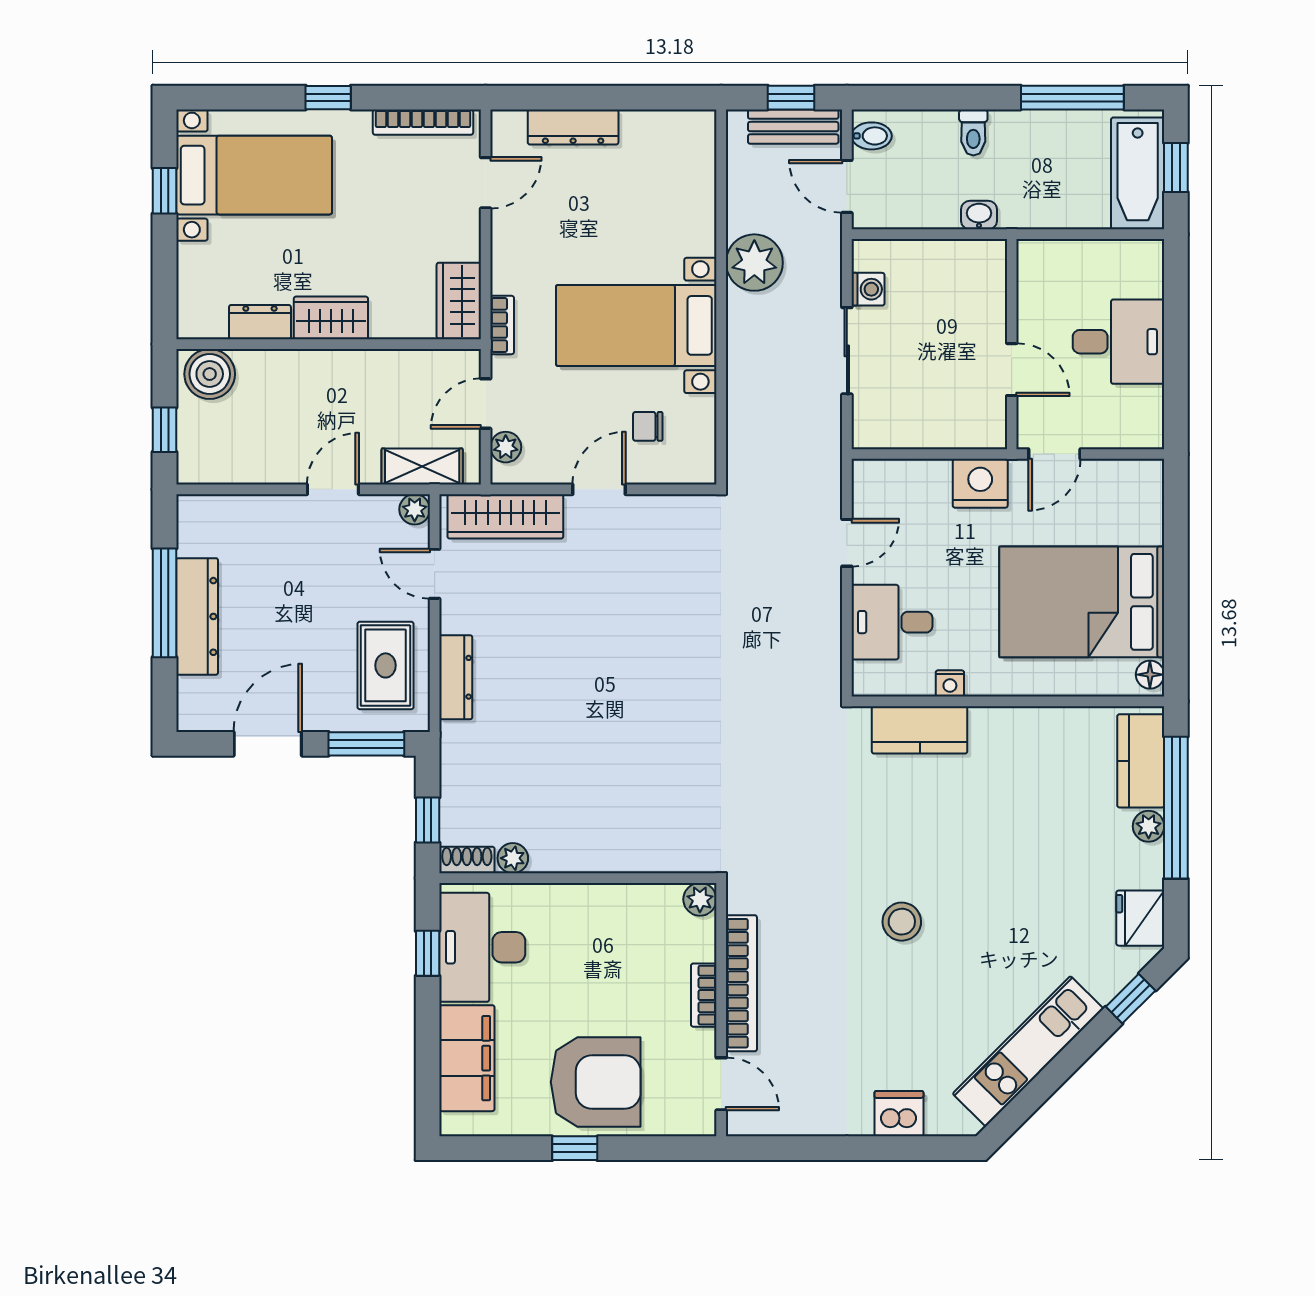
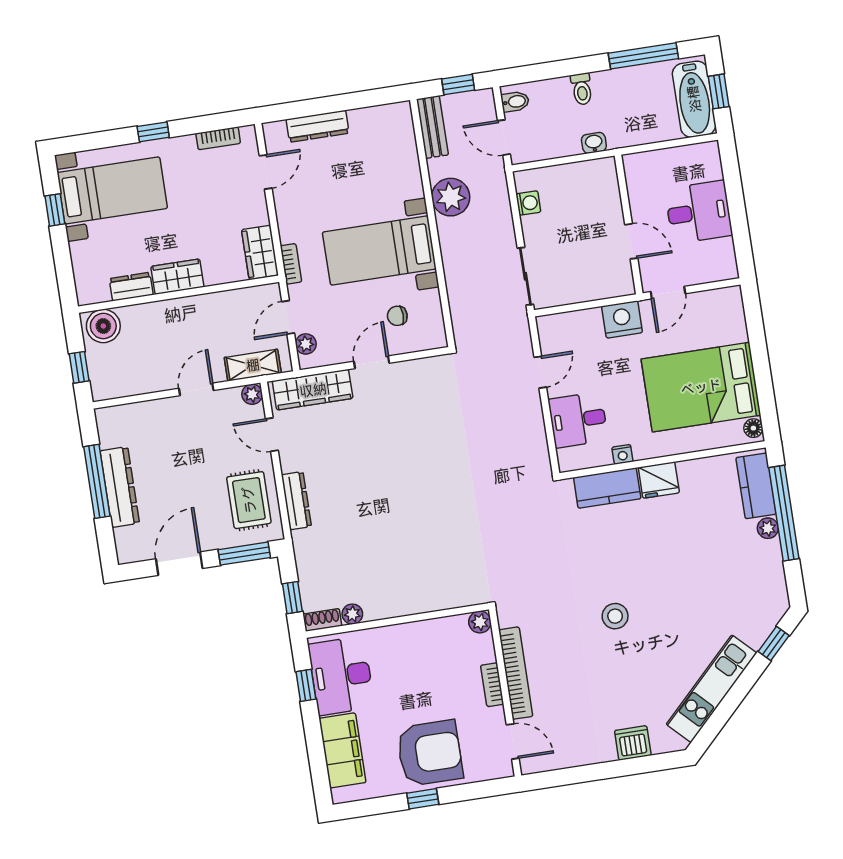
bookcase: (423, 122) -> (218, 138), width x0.64
bench: (793, 127) -> (432, 127), moved, turned 90
sliding door: (847, 351) -> (525, 276), moved
fridge: (1140, 918) -> (659, 480), moved, turned -90

